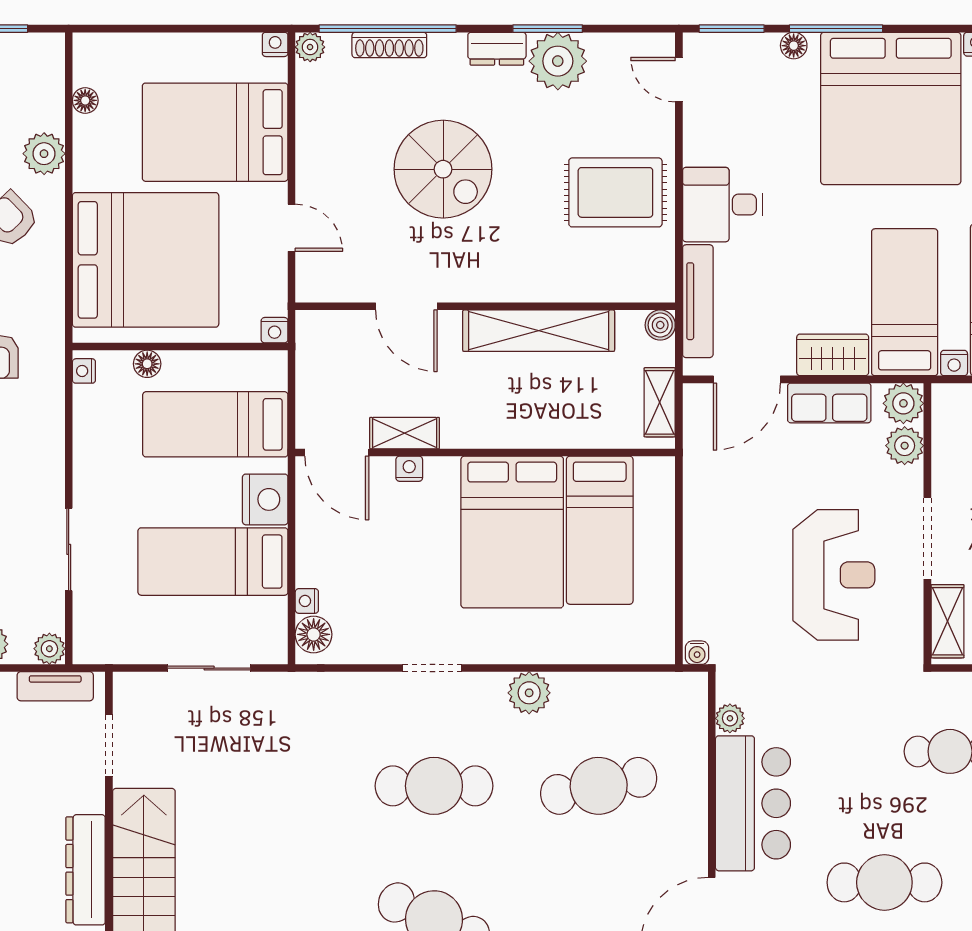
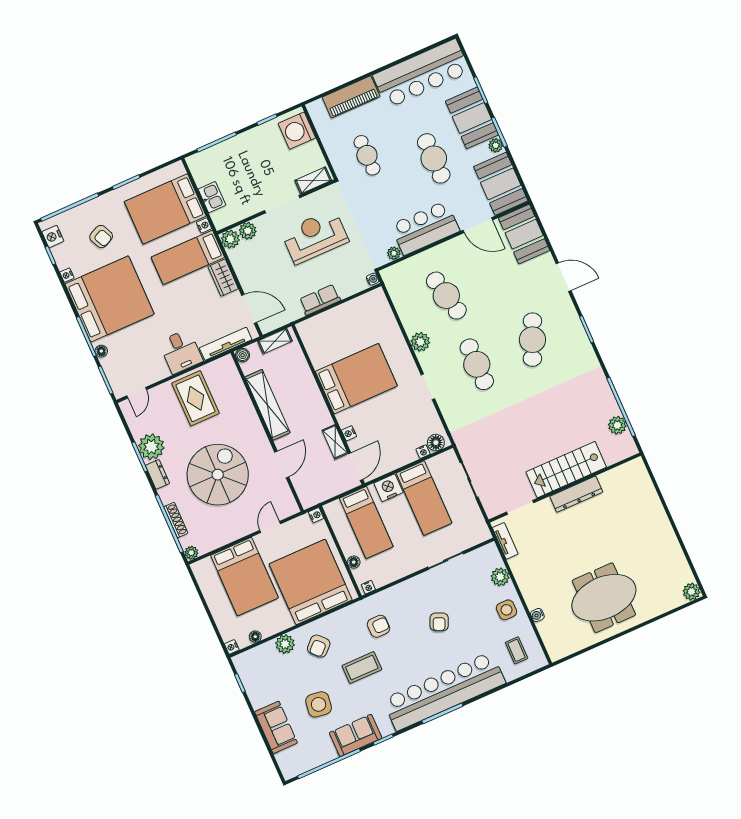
nightstand: (275, 44) -> (232, 647), moved
spiral stairs: (443, 169) -> (218, 475), width x1.37, depth x1.37
row of seats: (829, 403) -> (320, 300), moved, turned -90
bed: (600, 530) -> (339, 342), removed
plant: (49, 649) -> (491, 550), removed

